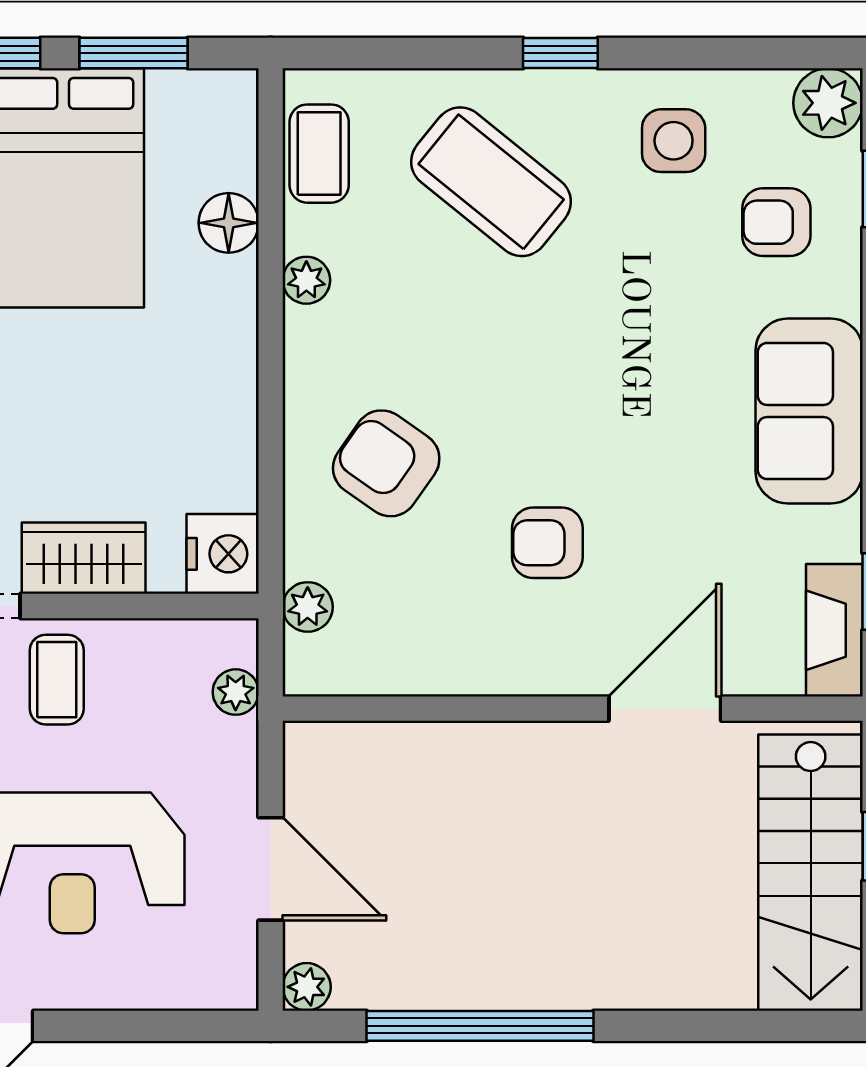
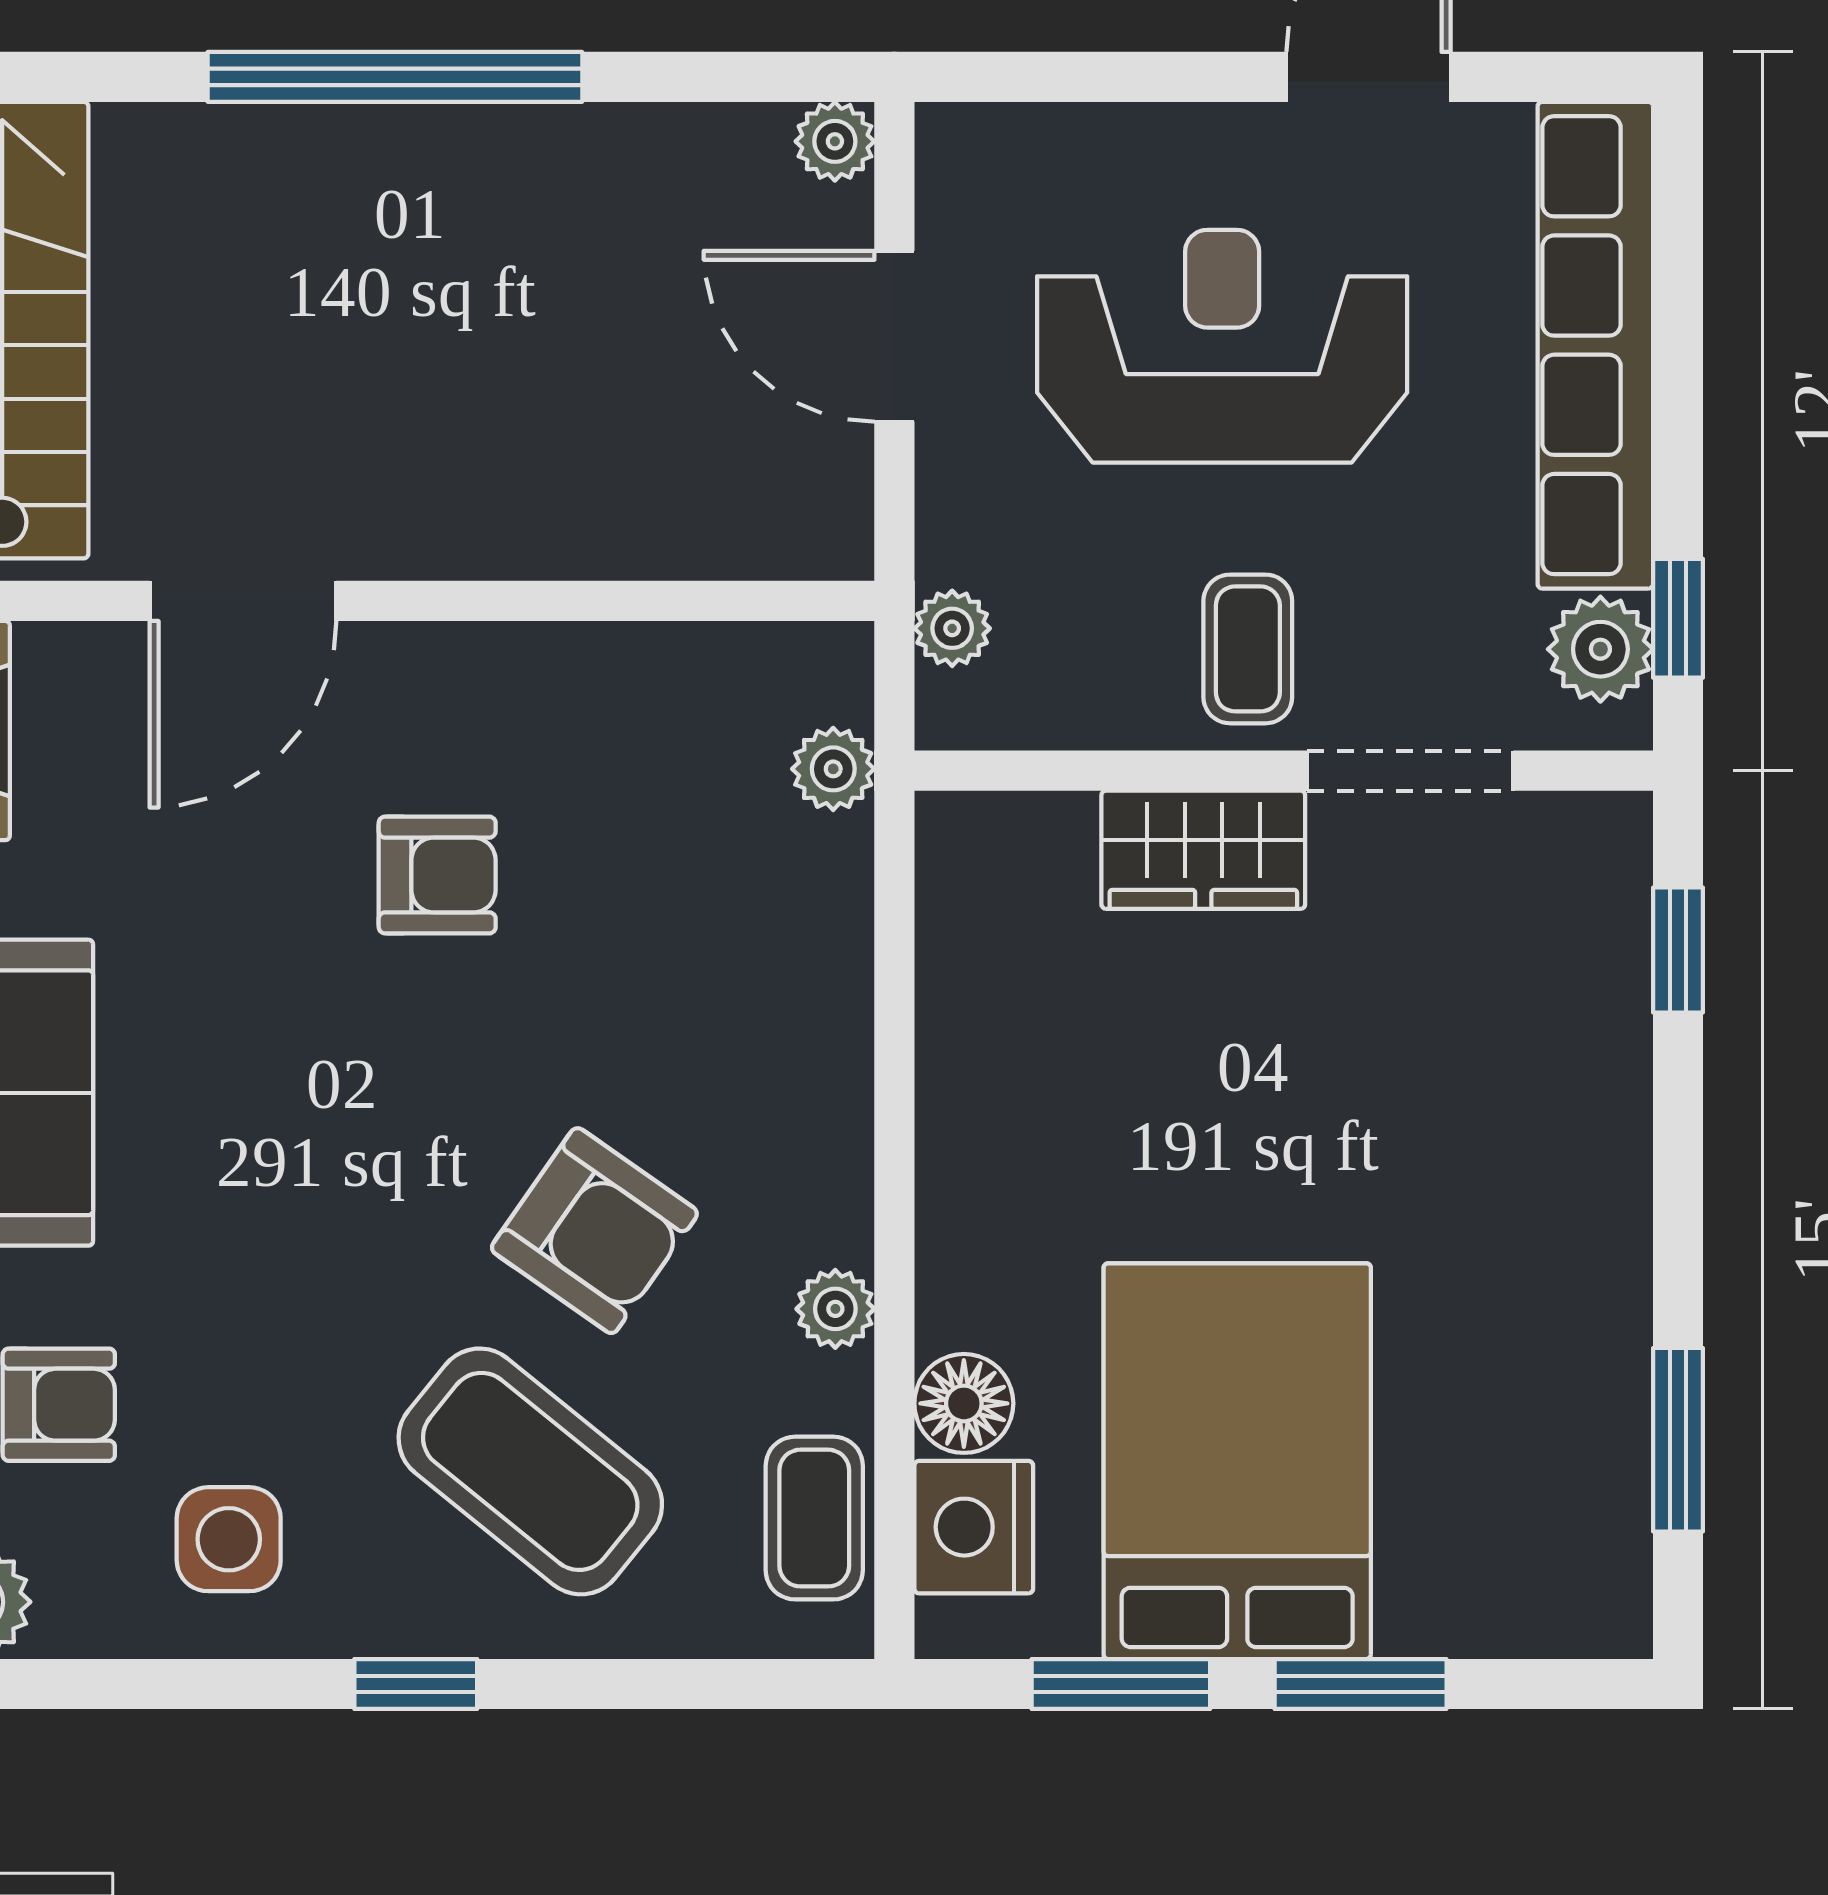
armchair: (386, 463) -> (594, 1231), moved
nightstand: (223, 554) -> (974, 1527), moved
window: (480, 1026) -> (395, 77), moved

